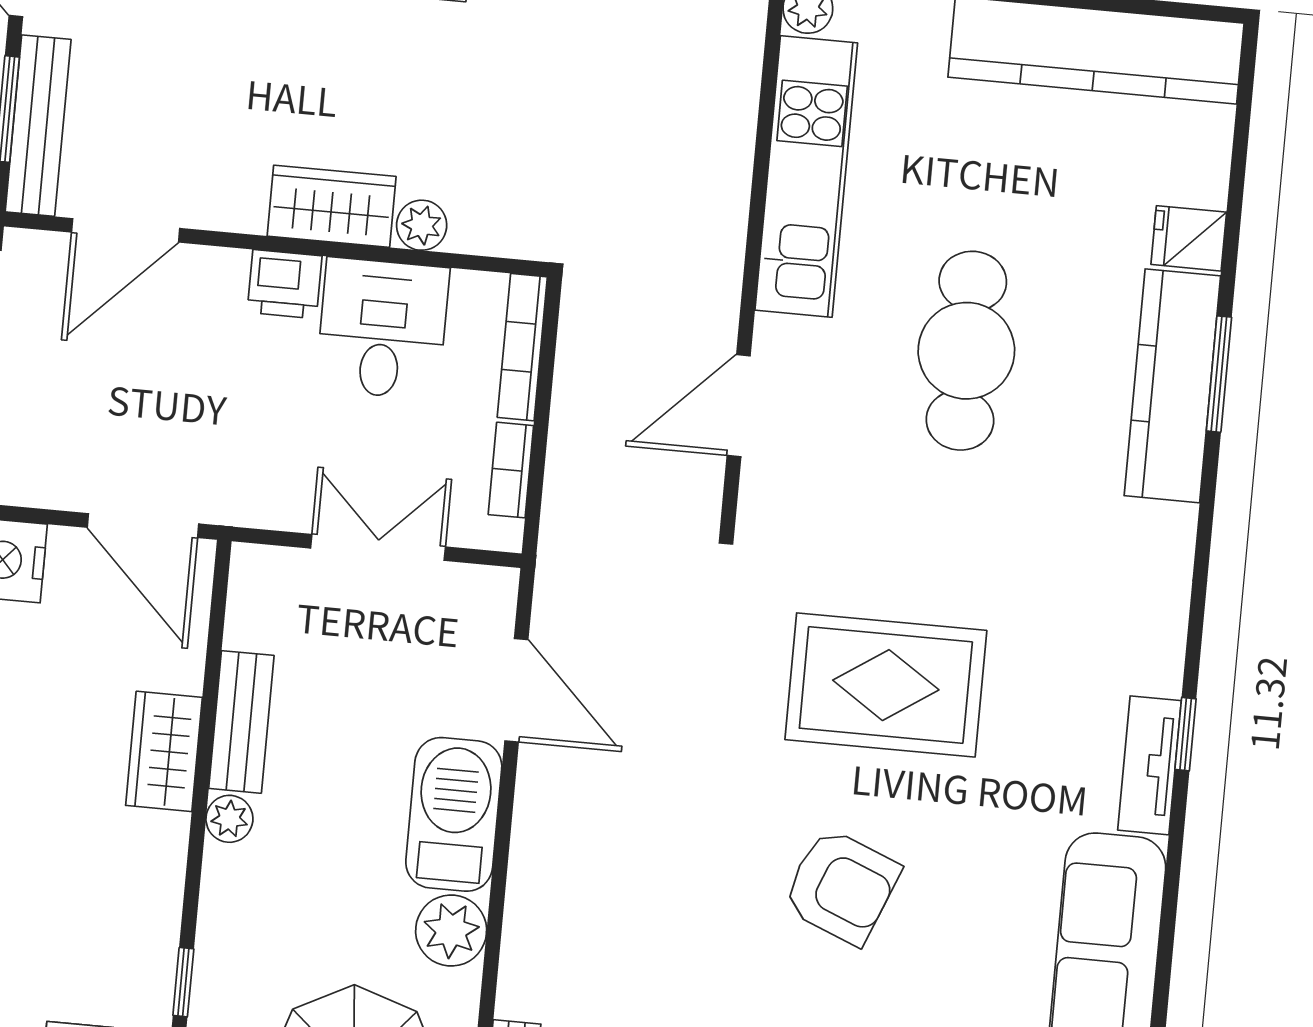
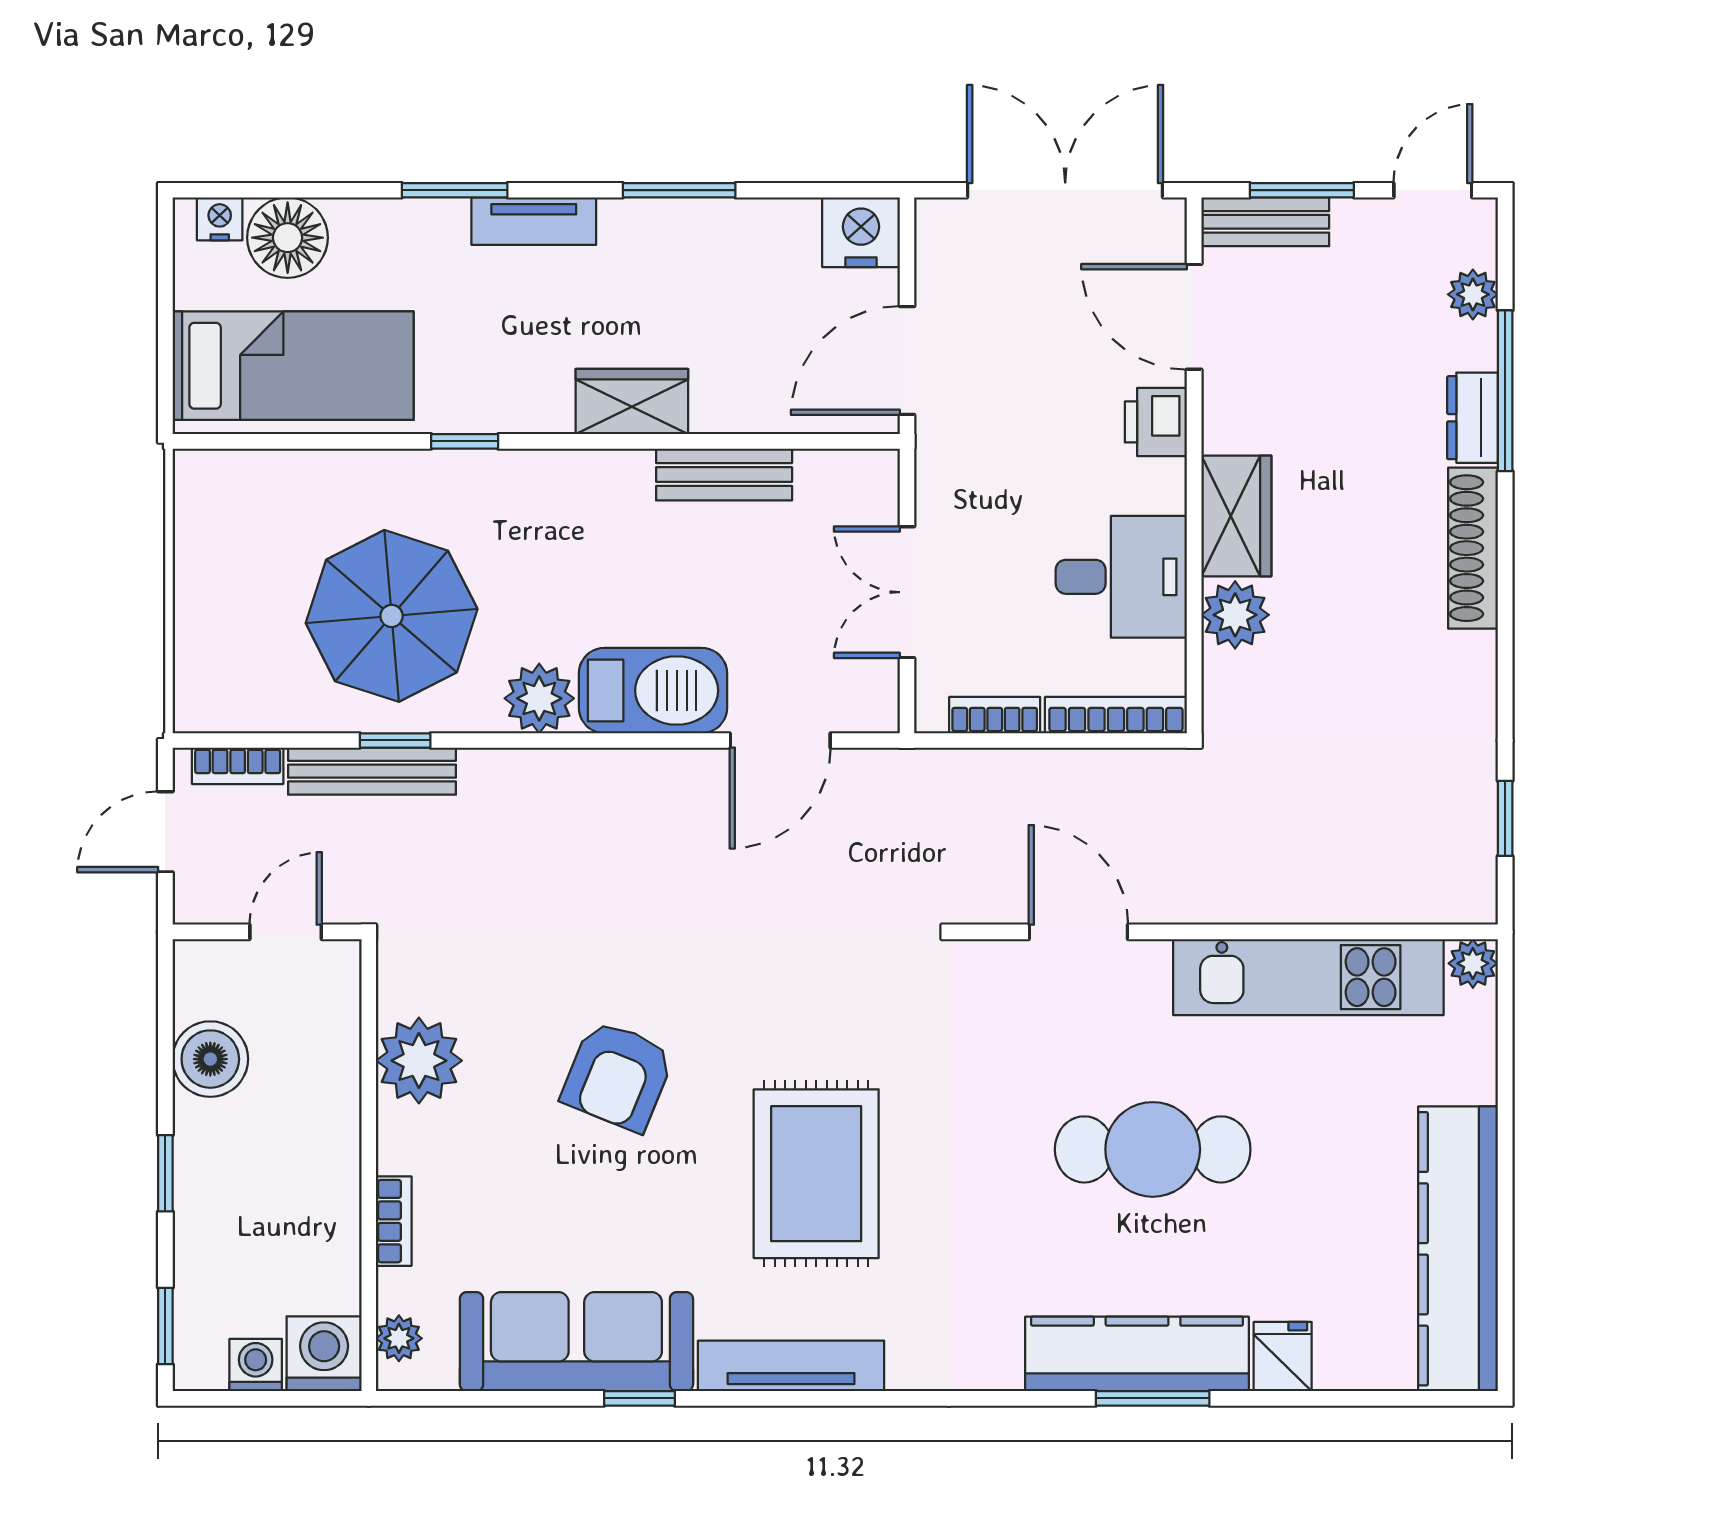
bench: (38, 126) -> (1265, 222), width x0.73
plant: (422, 225) -> (1235, 615), width x1.38, depth x1.38
printer: (285, 284) -> (1156, 422), moved
double door: (378, 547) -> (907, 592), swing flipped
rug: (886, 685) -> (816, 1174), moved
window: (1186, 734) -> (640, 1398), moved
wardrobe: (164, 751) -> (632, 402), moved
tv unit: (1149, 765) -> (791, 1366), width x1.41
plant: (229, 819) -> (628, 472), removed

